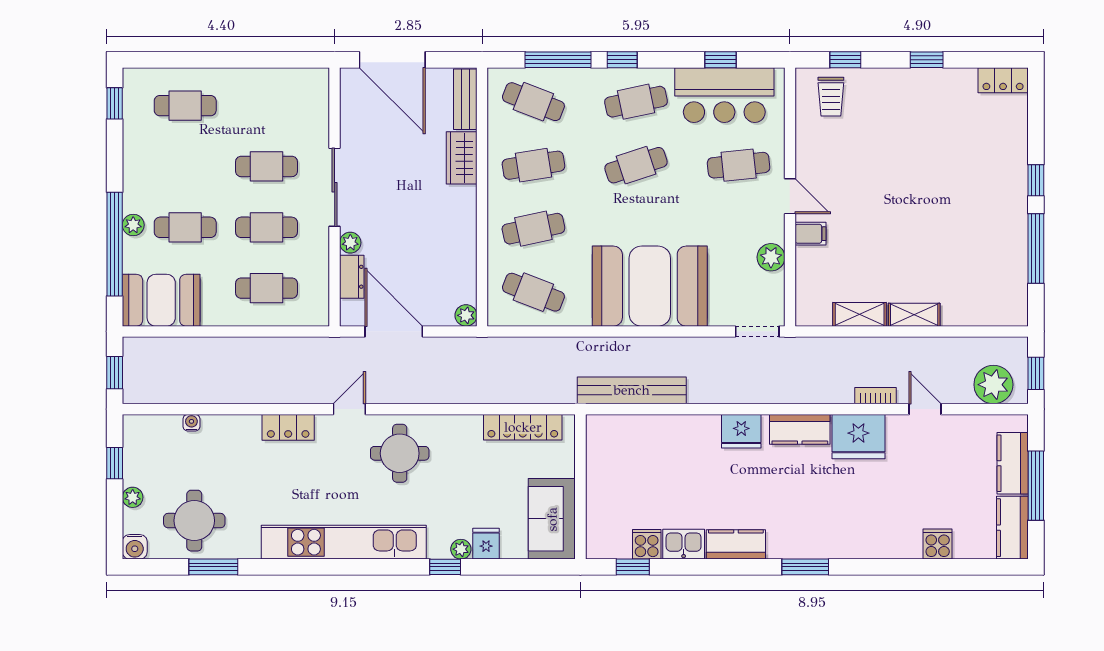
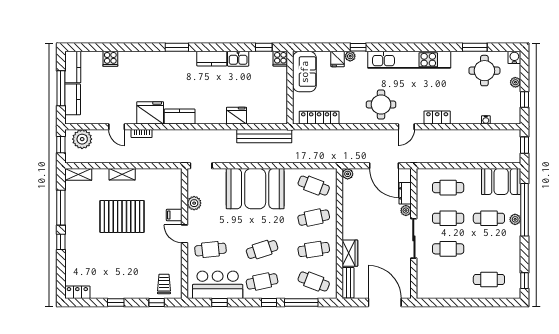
pallet: (914, 231) -> (122, 216), added
shelving: (860, 314) -> (78, 174), moved
fridge: (741, 431) -> (236, 116), moved
cooker: (647, 544) -> (280, 59), moved

